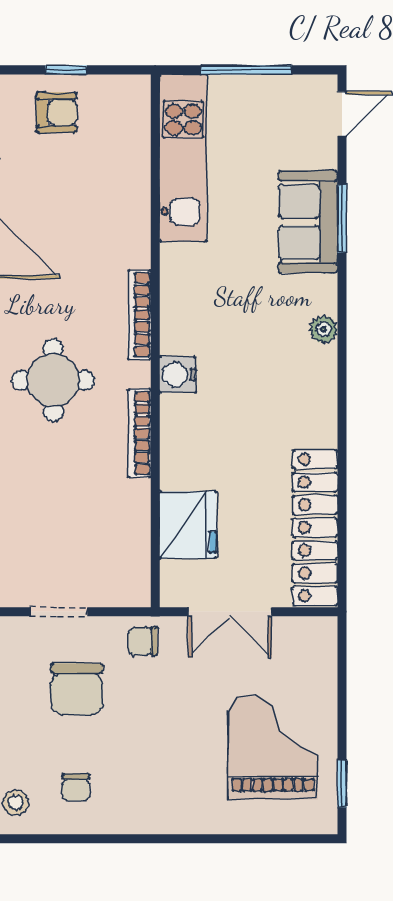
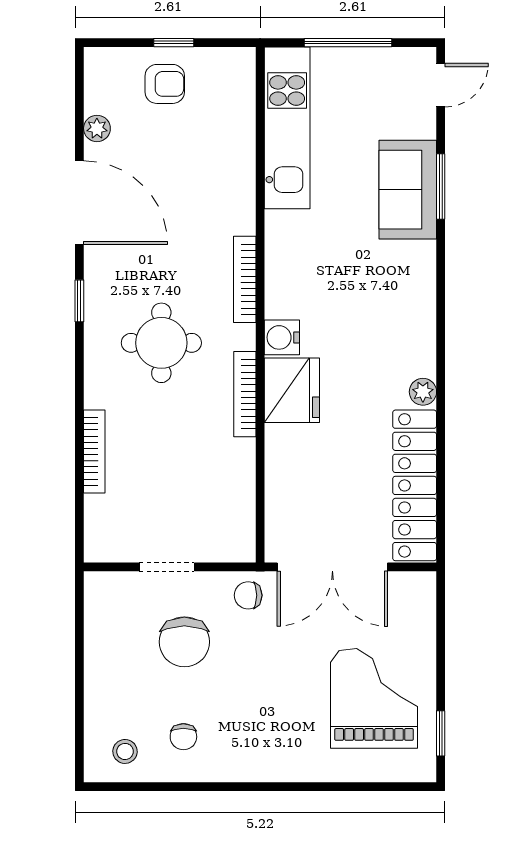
plant: (323, 329) -> (423, 392), moved
fridge: (188, 525) -> (292, 390), moved
double door: (230, 612) -> (332, 567), width x1.37

